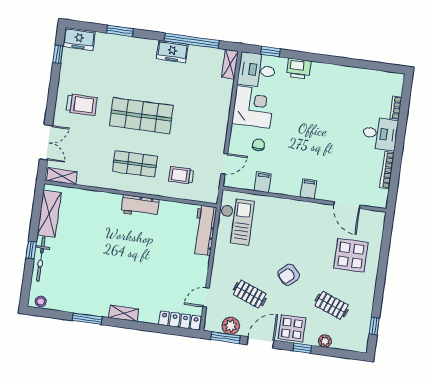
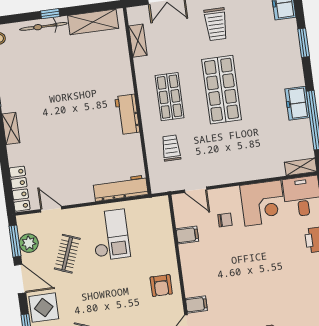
shelving: (62, 176) -> (138, 41), moved
filing cabinet: (308, 189) -> (196, 305), moved
checkout: (236, 221) -> (110, 235), moved, turned -90
armchair: (289, 275) -> (161, 286), moved, turned -137

